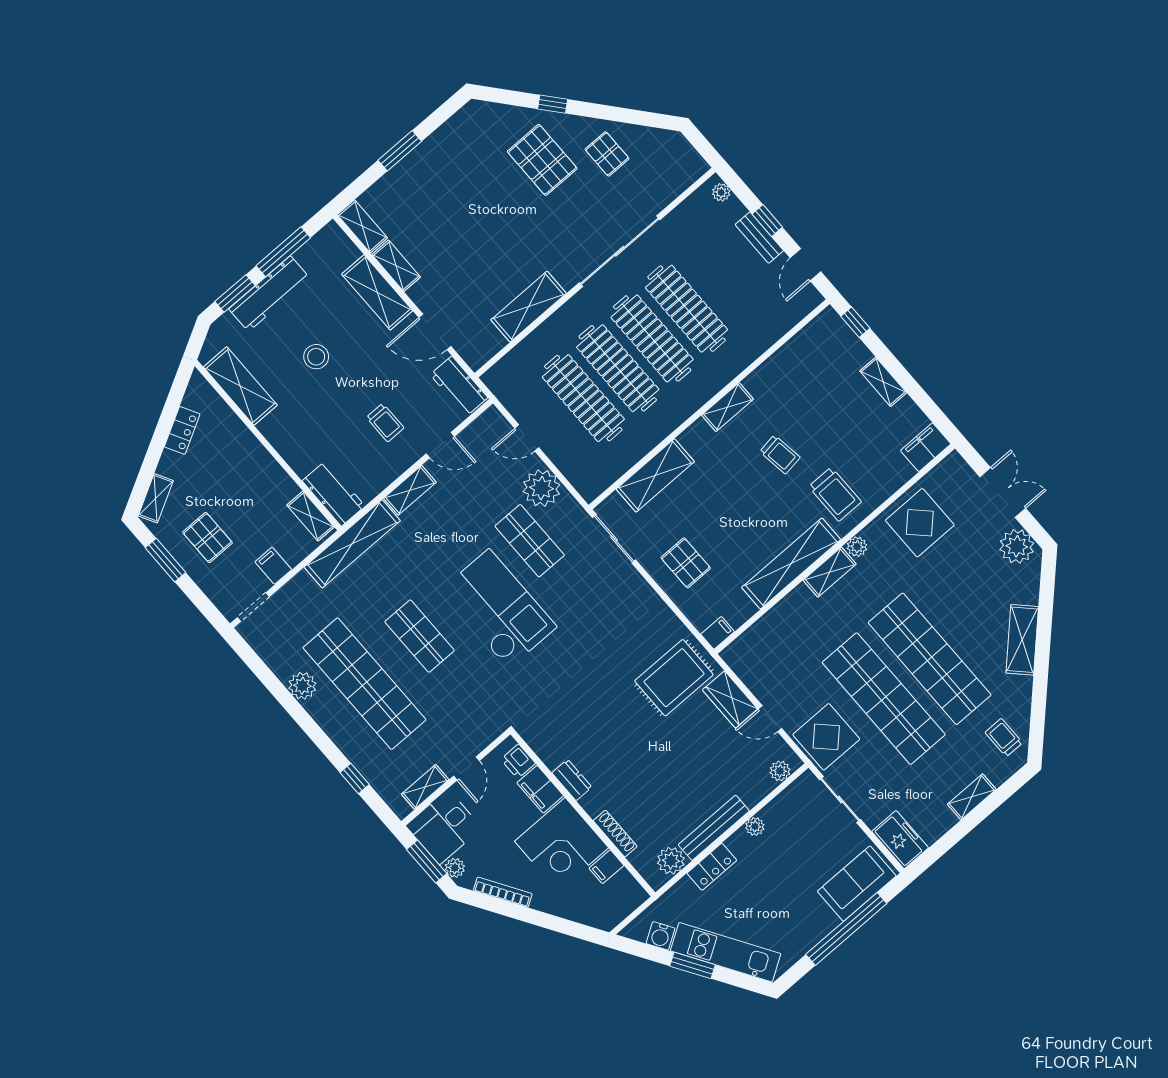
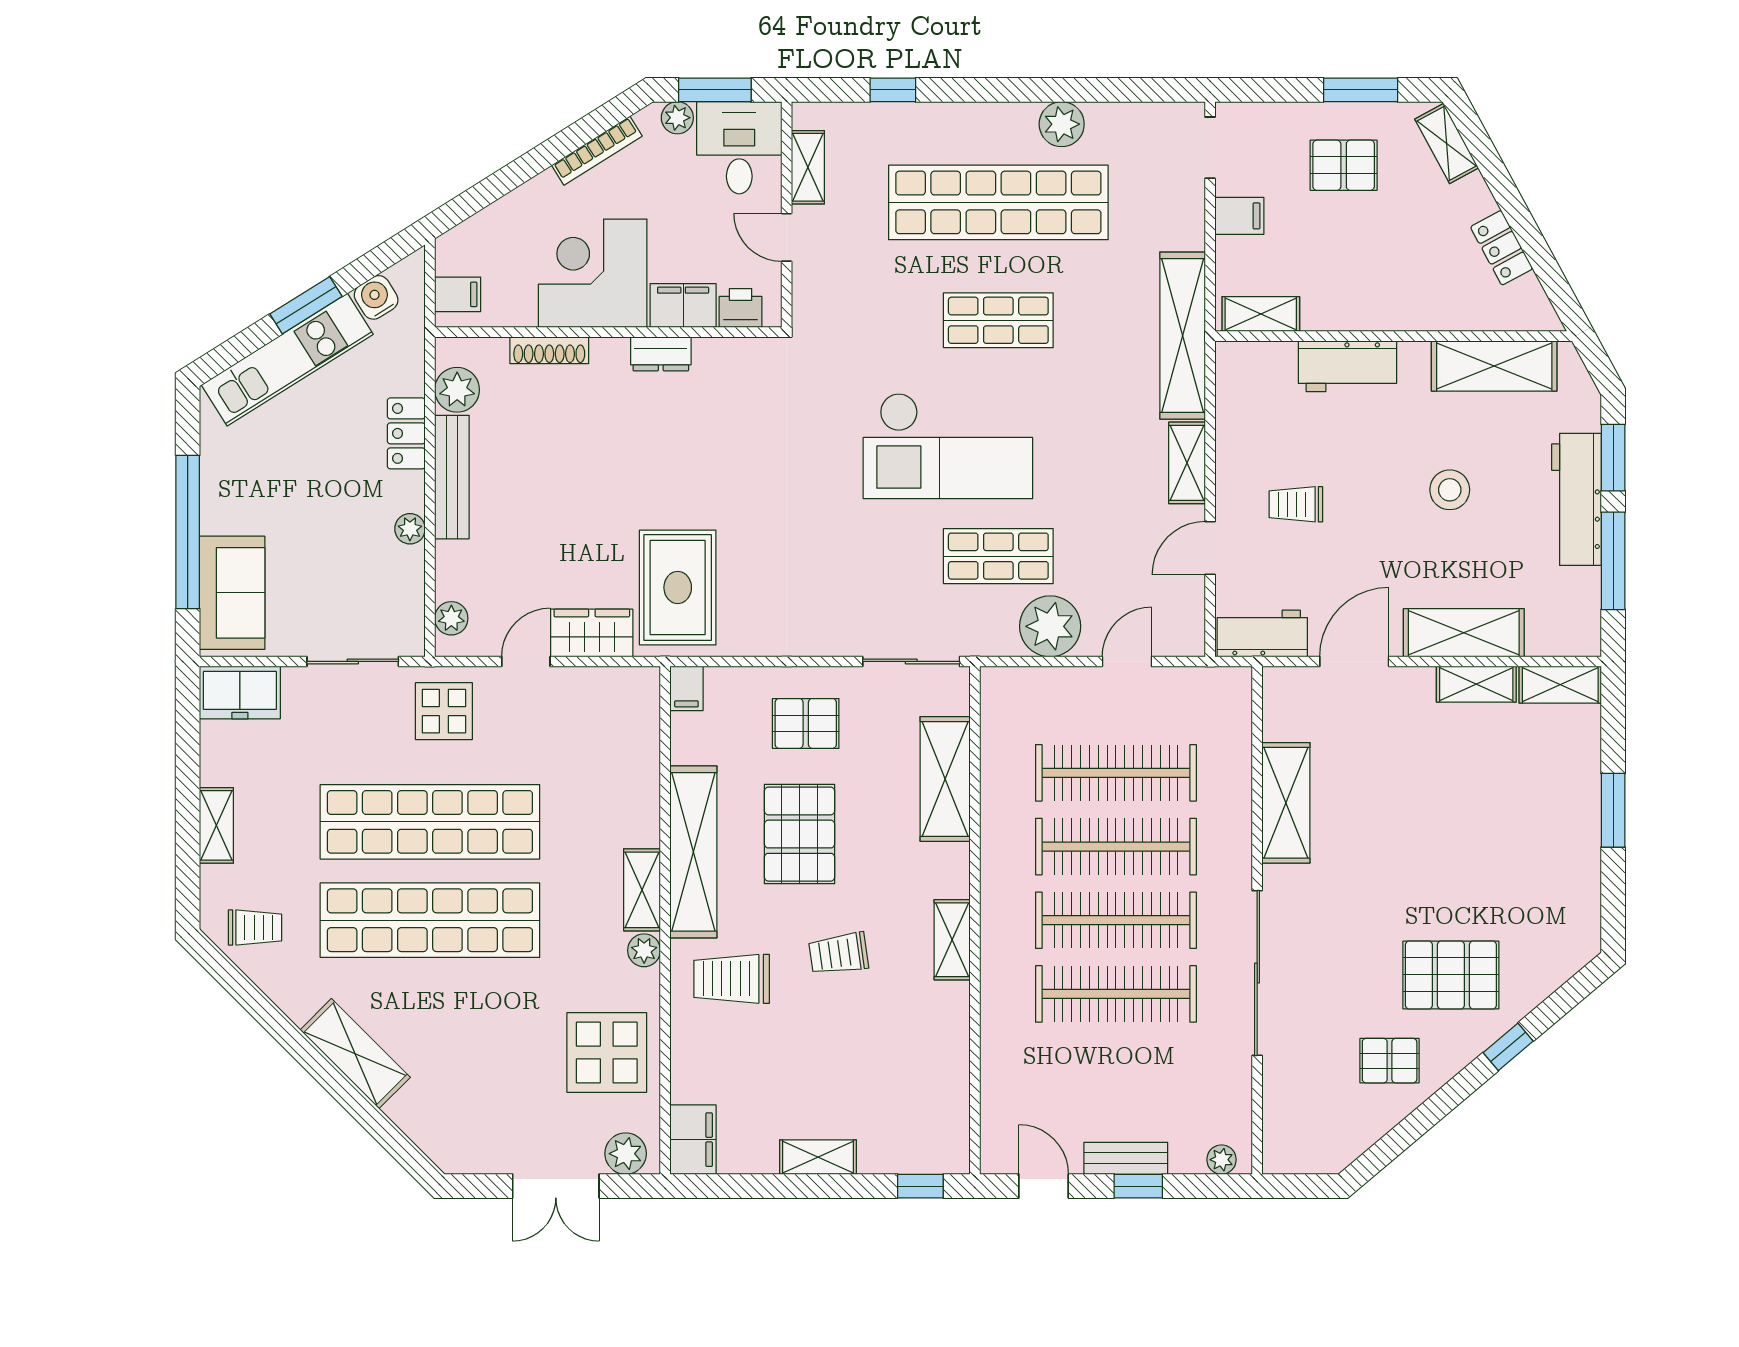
workbench: (334, 493) -> (1347, 366), moved
pallet: (740, 521) -> (800, 834), added
plant: (1017, 546) -> (626, 1154), moved, width x0.73, depth x0.73
display table: (826, 737) -> (444, 711), width x0.73, depth x0.73
filing cabinet: (606, 867) -> (458, 294), moved, turned 90

